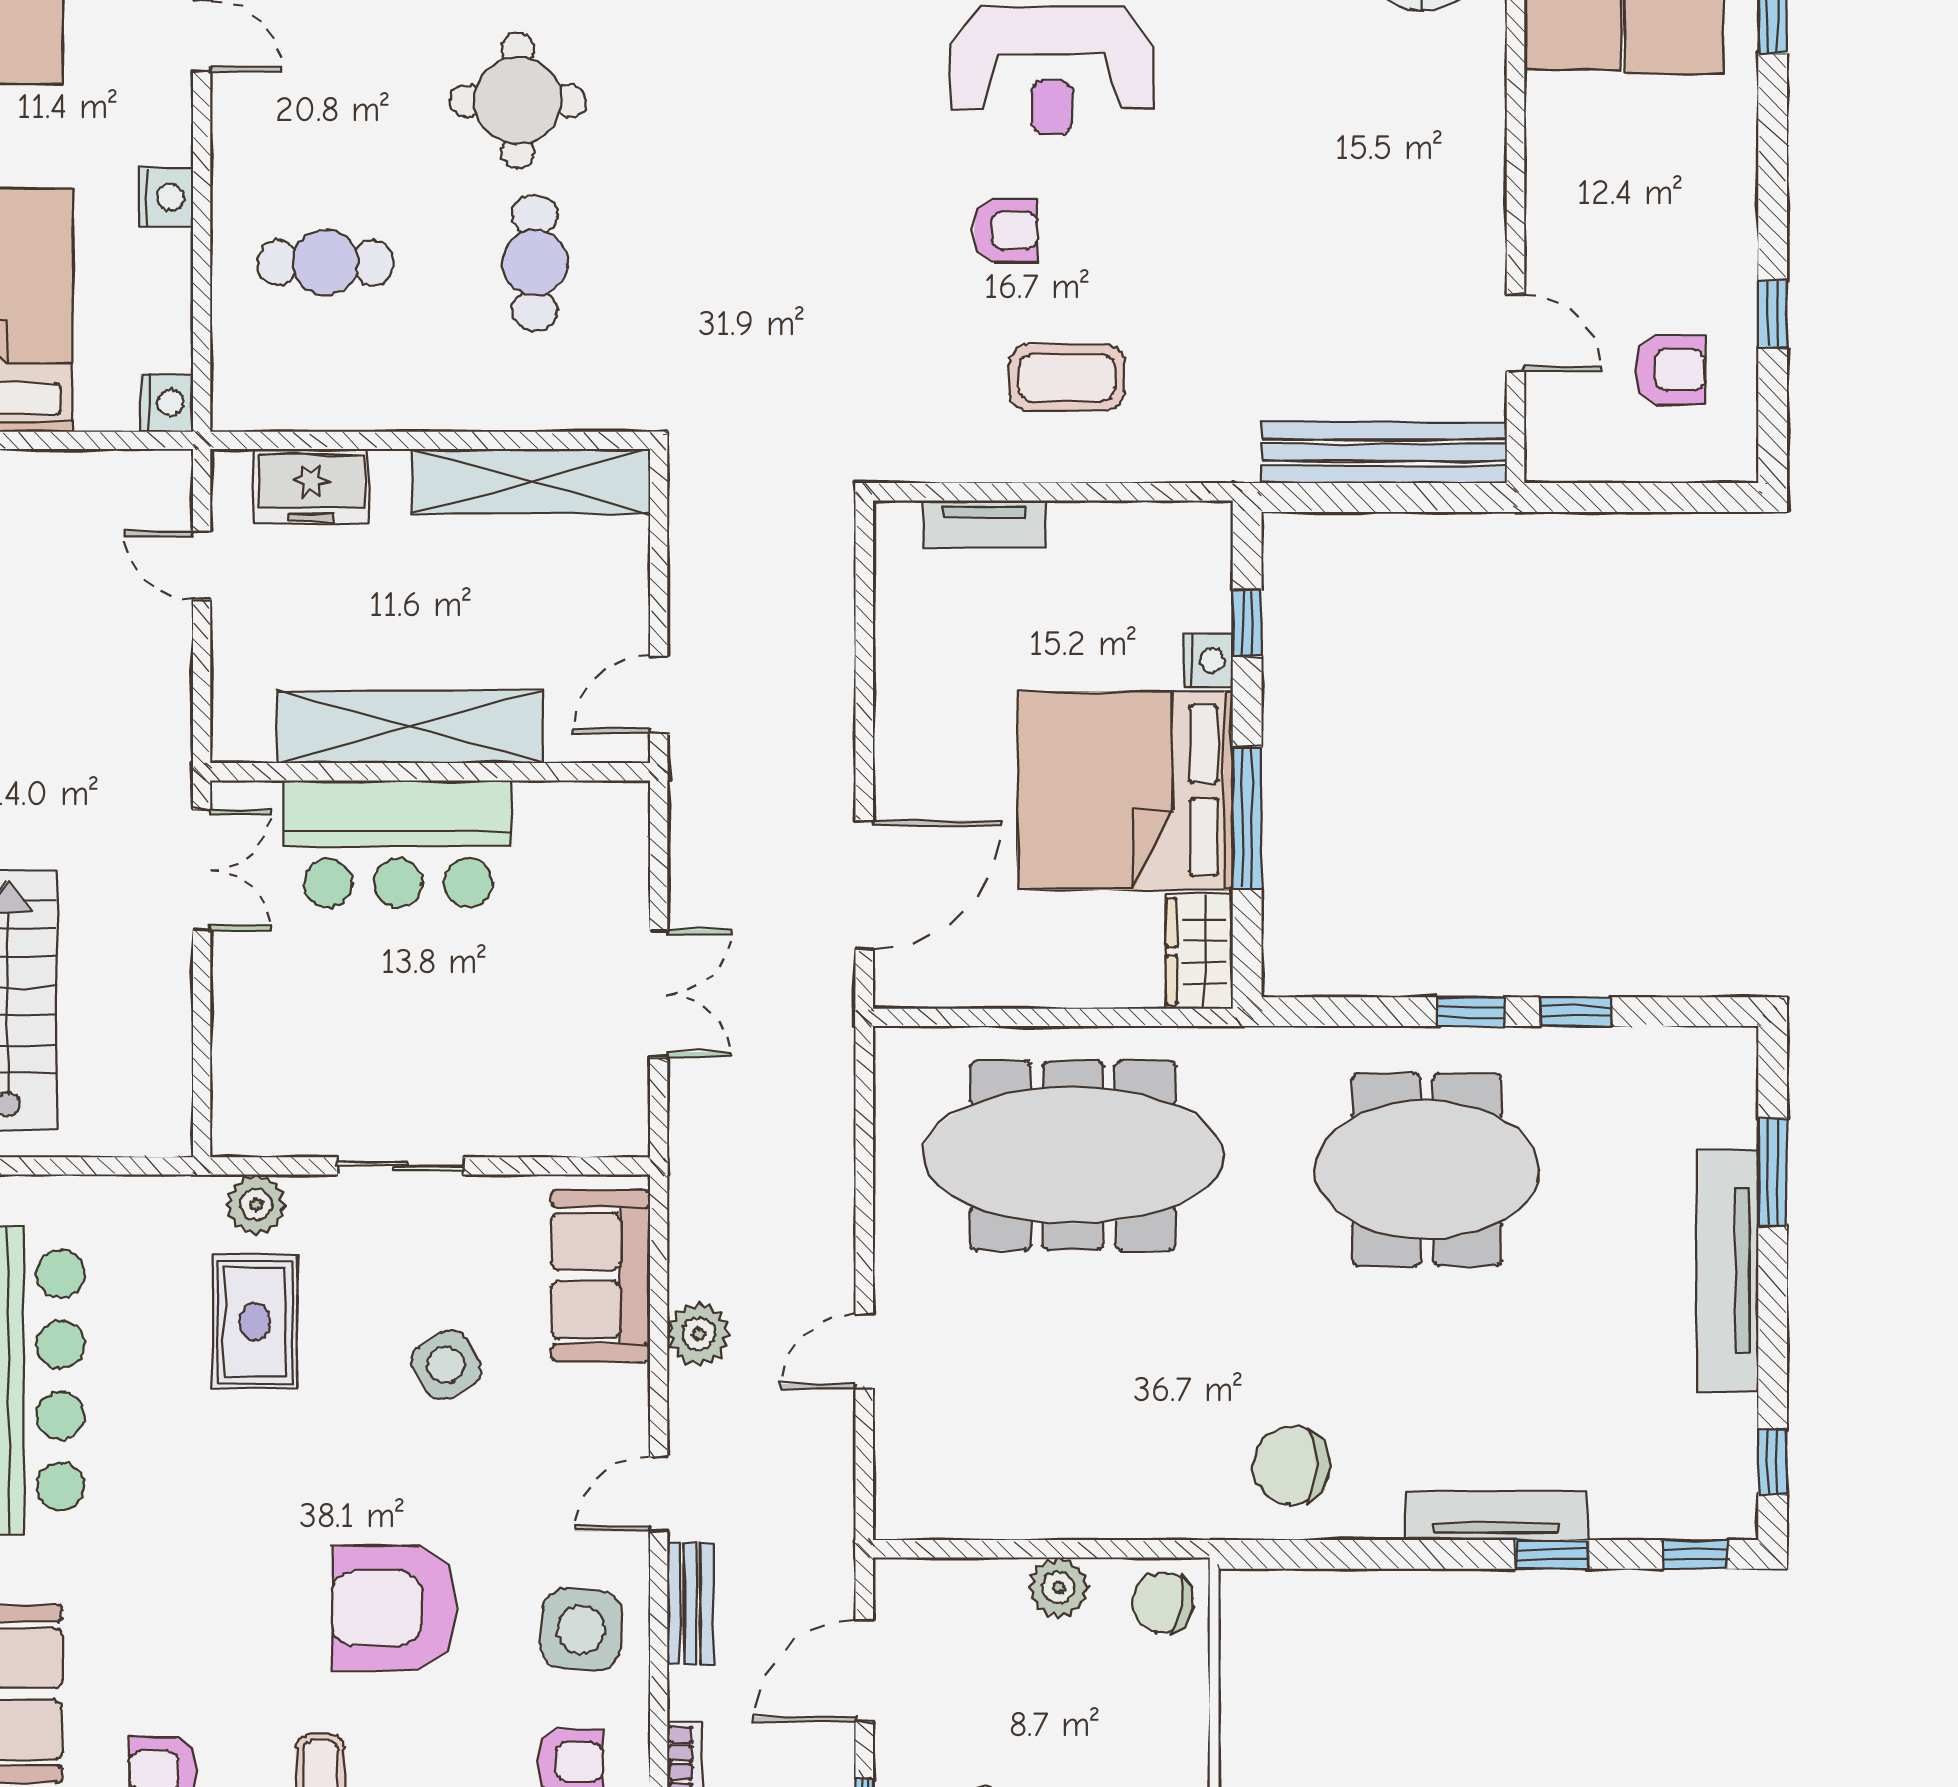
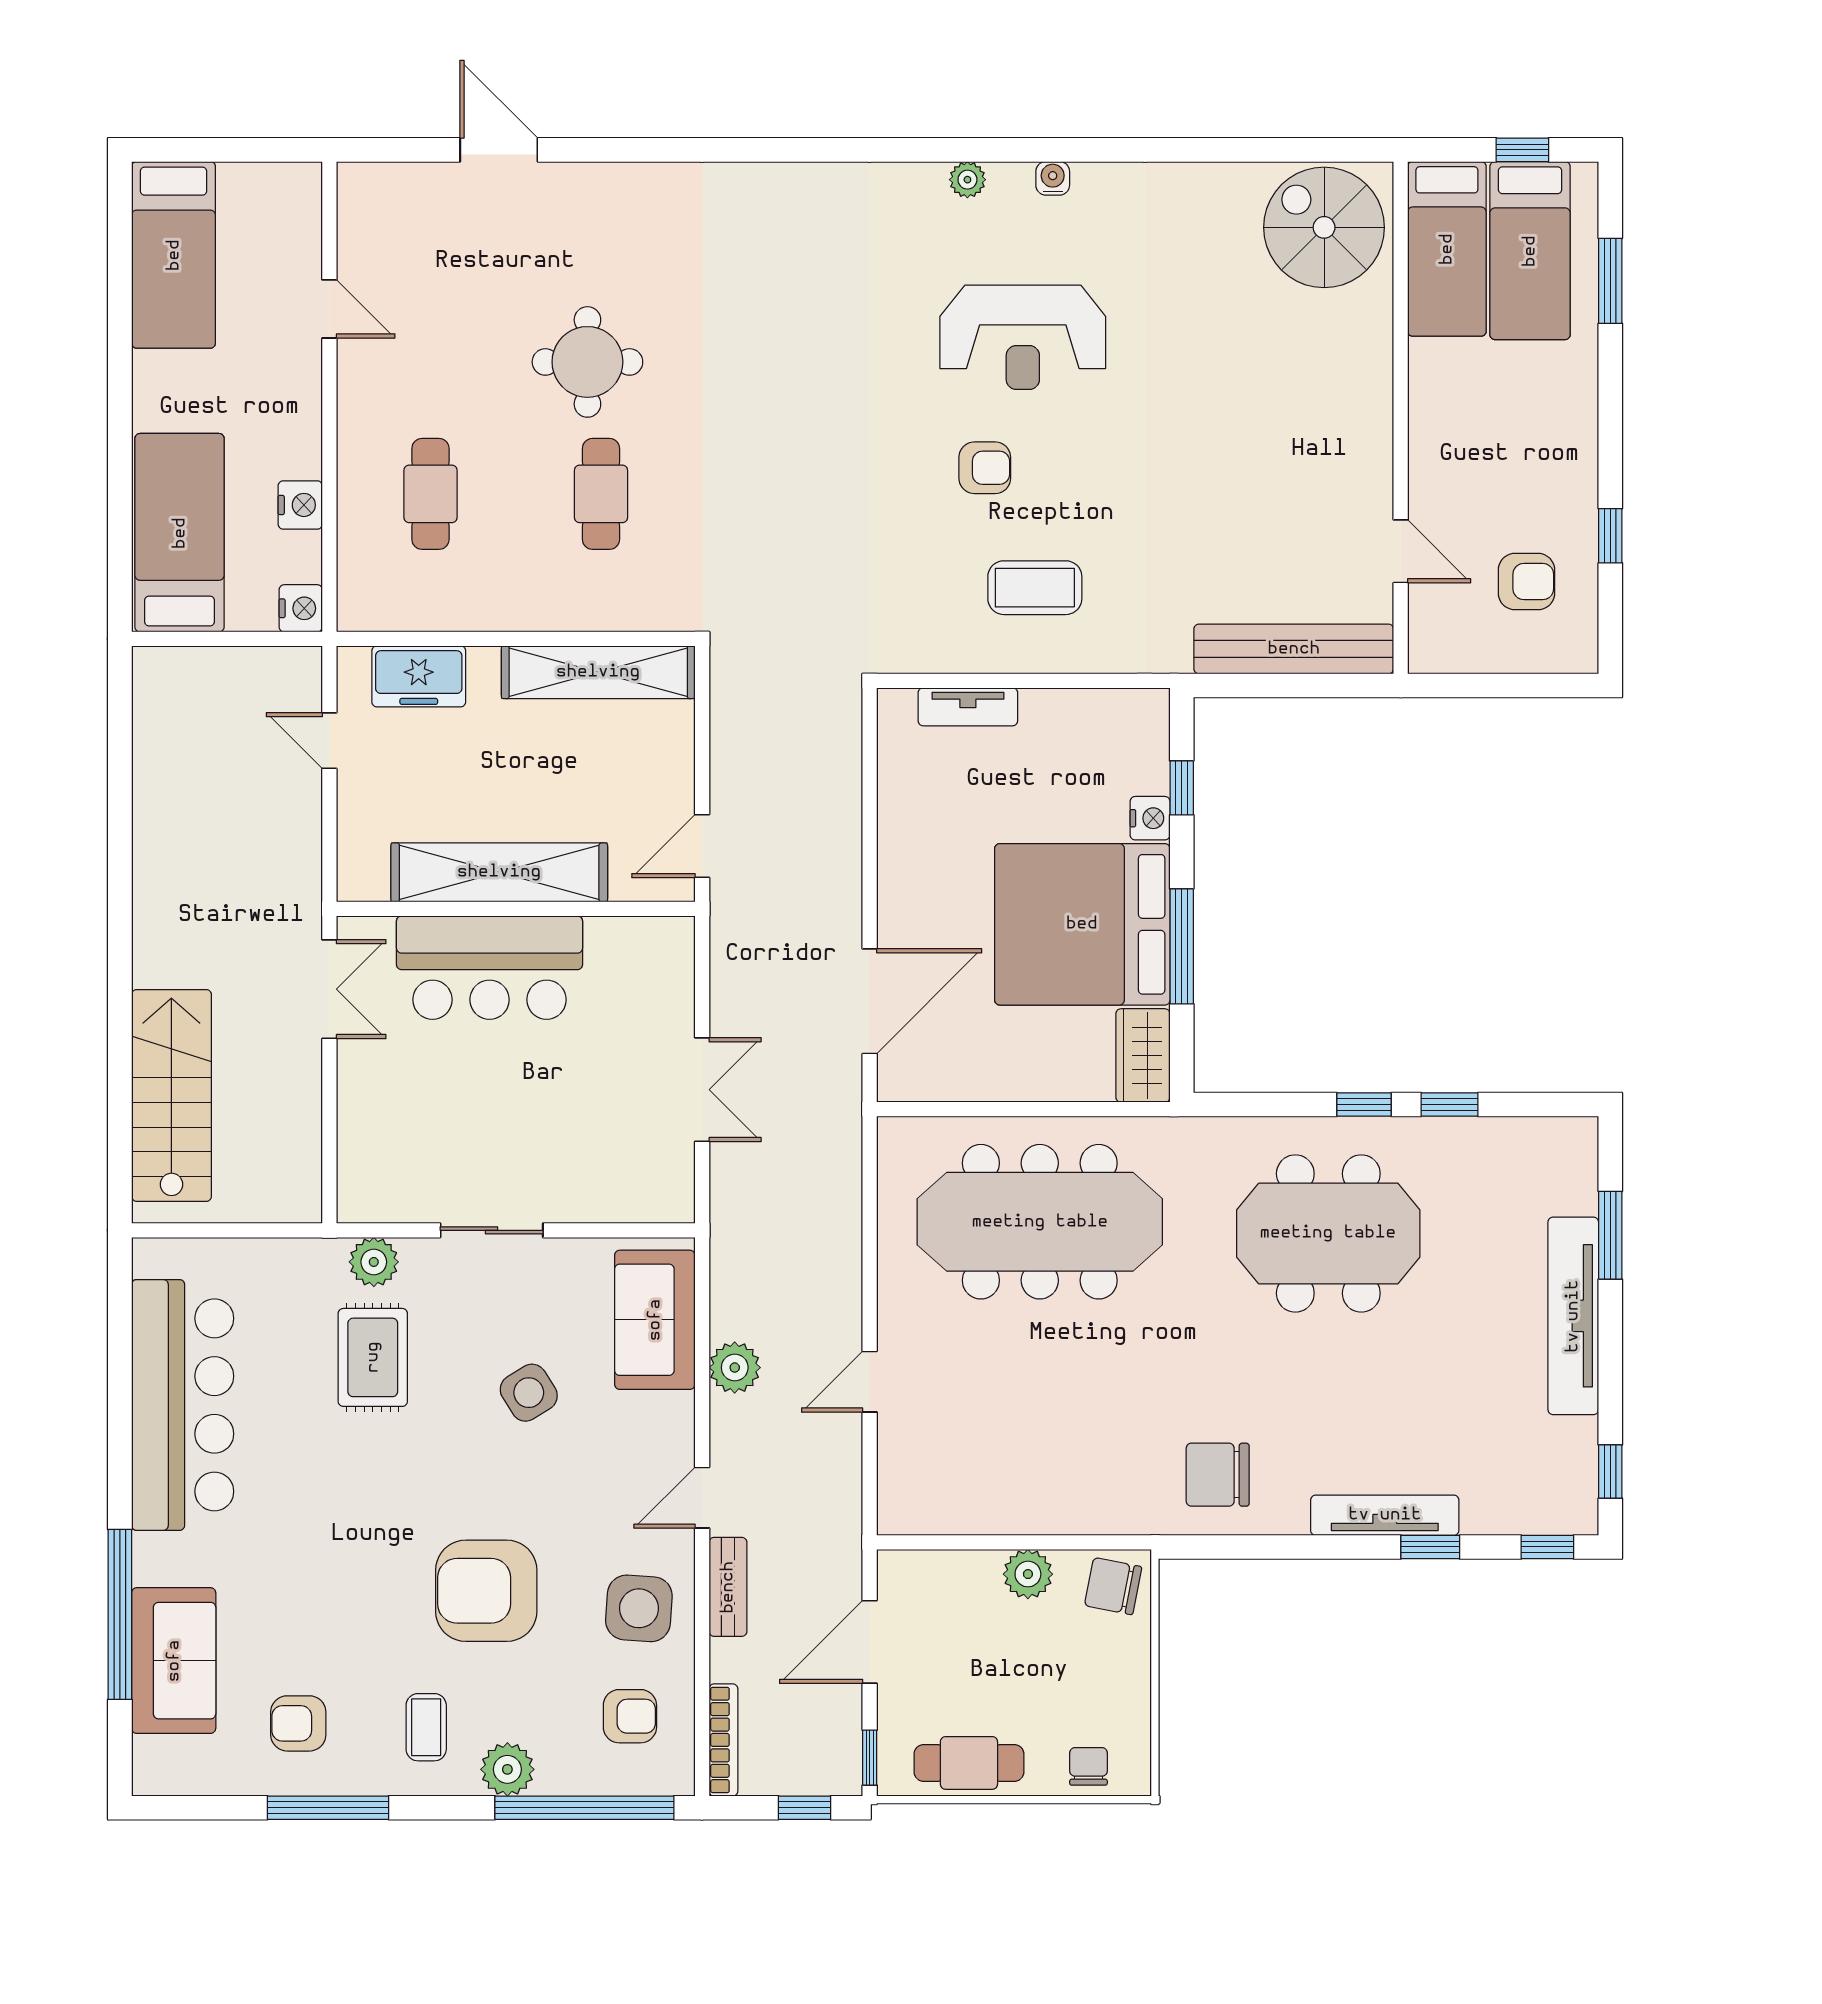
nightstand: (166, 197) -> (300, 505), moved
cafe table: (326, 263) -> (430, 494), turned 90

